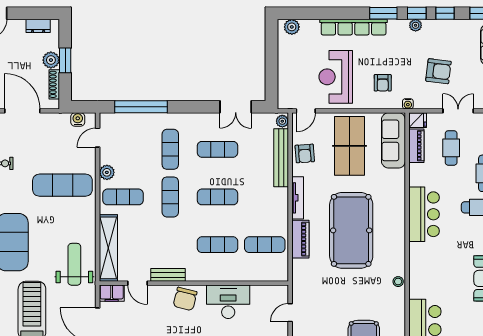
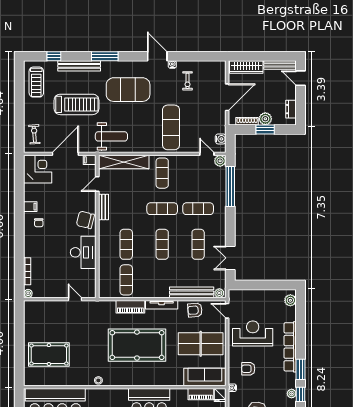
plant: (107, 172) -> (220, 161), moved
filing cabinet: (112, 293) -> (90, 160), width x0.50

